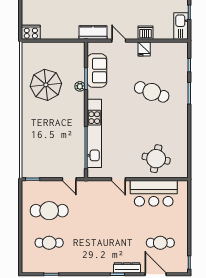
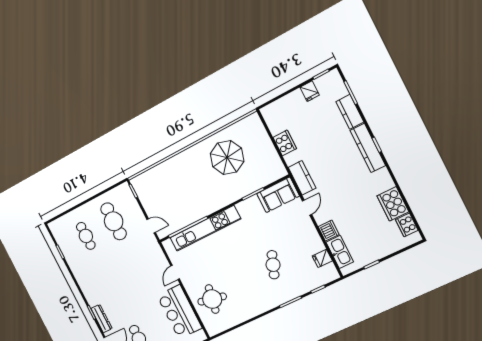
kitchen sink: (181, 26) -> (340, 252), moved, turned 90
cooker: (31, 32) -> (285, 143), moved
fridge: (144, 49) -> (322, 258), moved
sofa: (97, 71) -> (278, 195), moved
plant: (80, 86) -> (243, 192), removed
cafe table: (152, 92) -> (273, 265), width x0.73, depth x0.74
door: (69, 179) -> (151, 226), swing flipped

